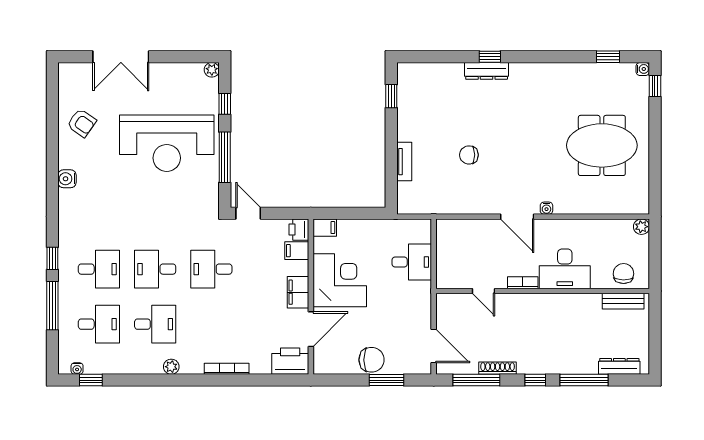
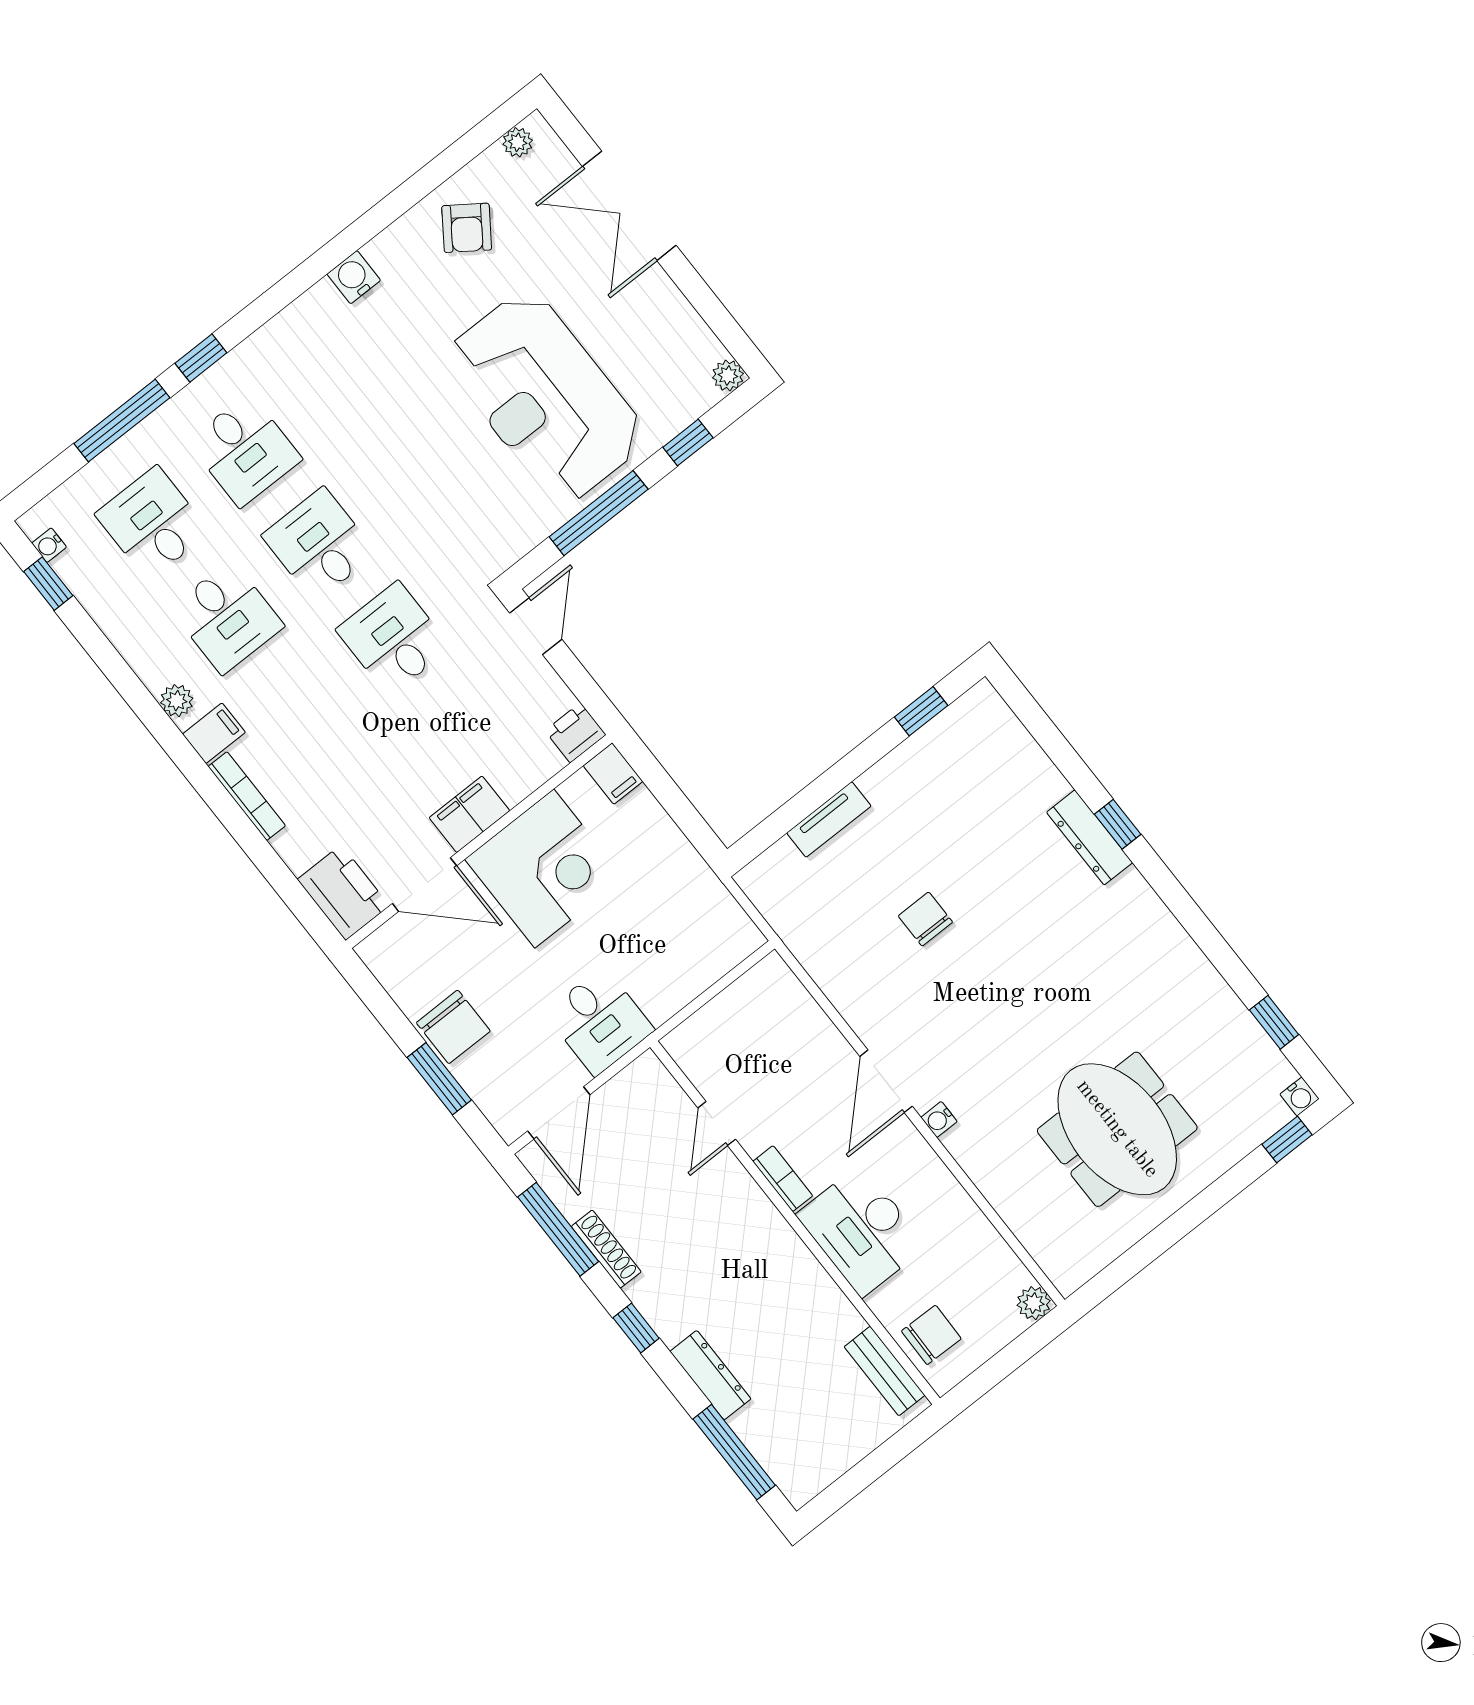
plant: (65, 79) -> (518, 142), added
filing cabinet: (297, 251) -> (214, 733), moved, turned 90
desk: (412, 262) -> (599, 1021), moved
desk: (99, 324) -> (152, 523), turned 180
dresser: (619, 366) -> (710, 1375), moved
window: (584, 380) -> (734, 1452), moved

